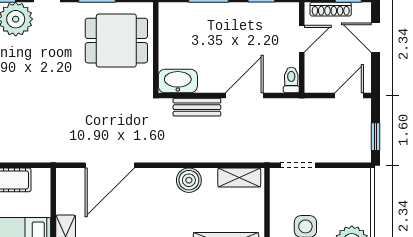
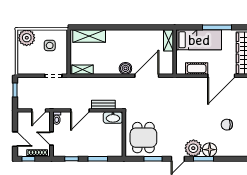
door: (302, 39) -> (51, 138), hinge flipped
dining table: (116, 41) -> (143, 138), turned 90
door: (349, 95) -> (39, 110), moved
boiler: (189, 180) -> (125, 68), moved

